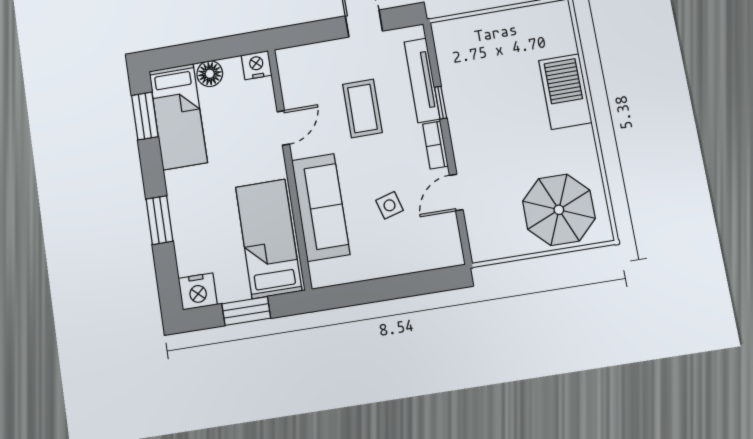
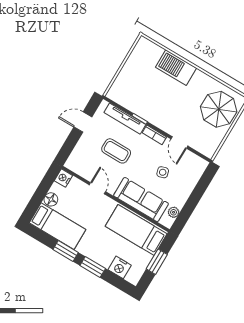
window: (145, 116) -> (66, 251), moved
plant: (343, 273) -> (174, 212), added
nightstand: (198, 291) -> (120, 267), moved, turned 90

